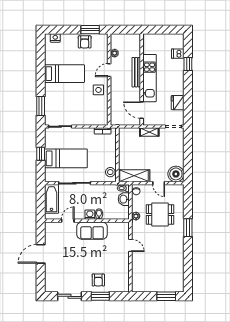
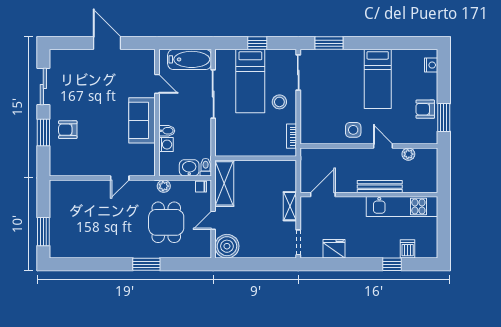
kitchen unit: (149, 78) -> (402, 207), moved
stool: (110, 172) -> (279, 102), moved
washing machine: (90, 215) -> (166, 145), moved

